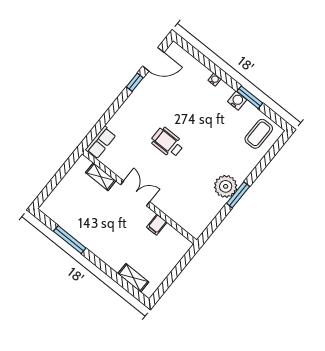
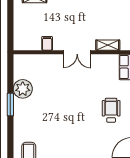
wheelchair: (167, 142) -> (111, 110), moved, turned -90
plant: (226, 186) -> (23, 89), moved

